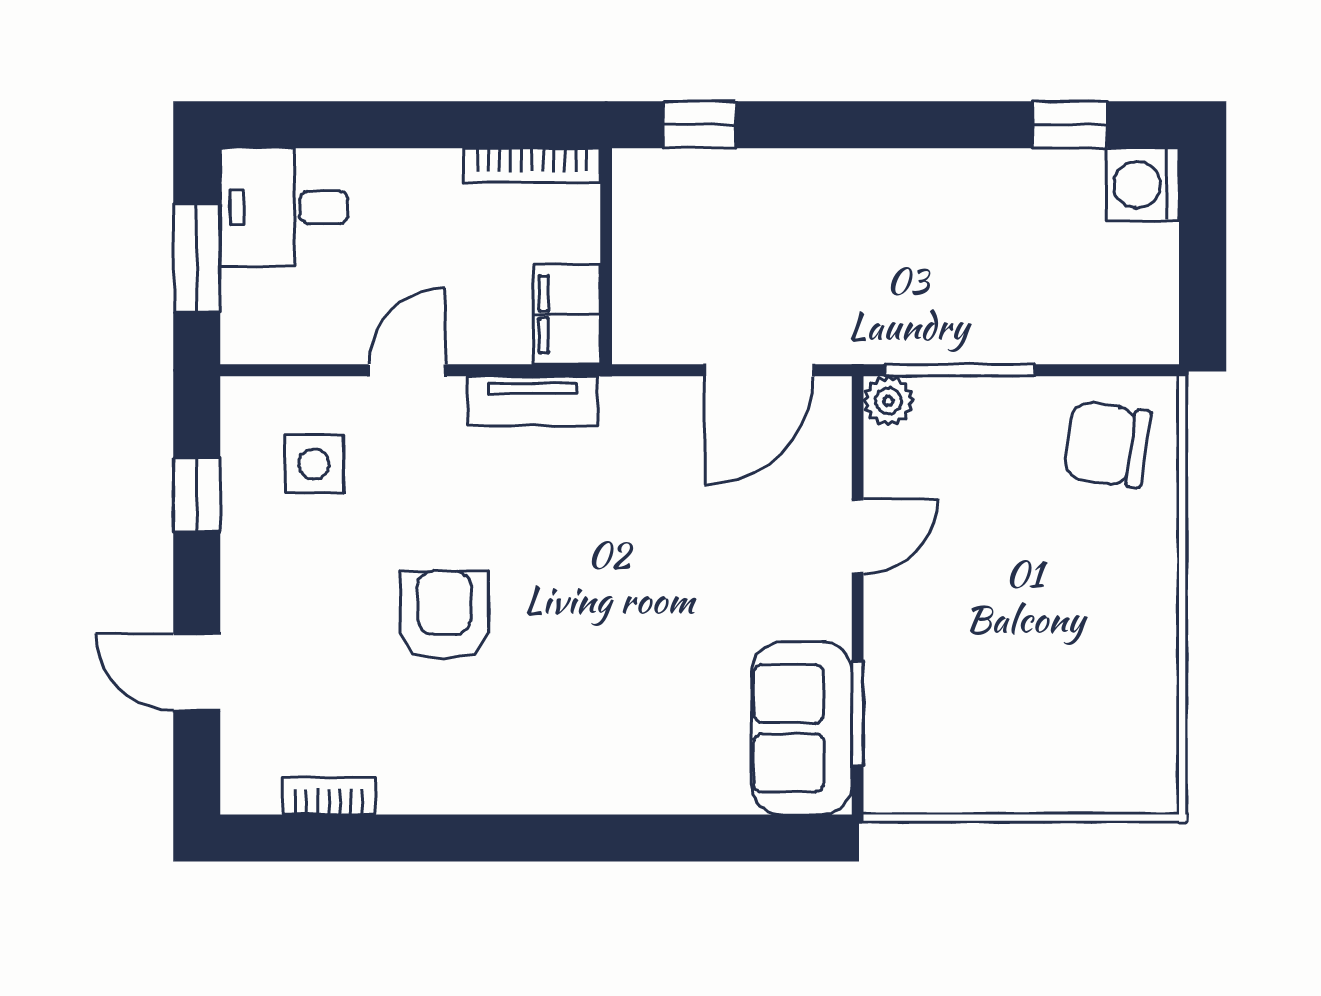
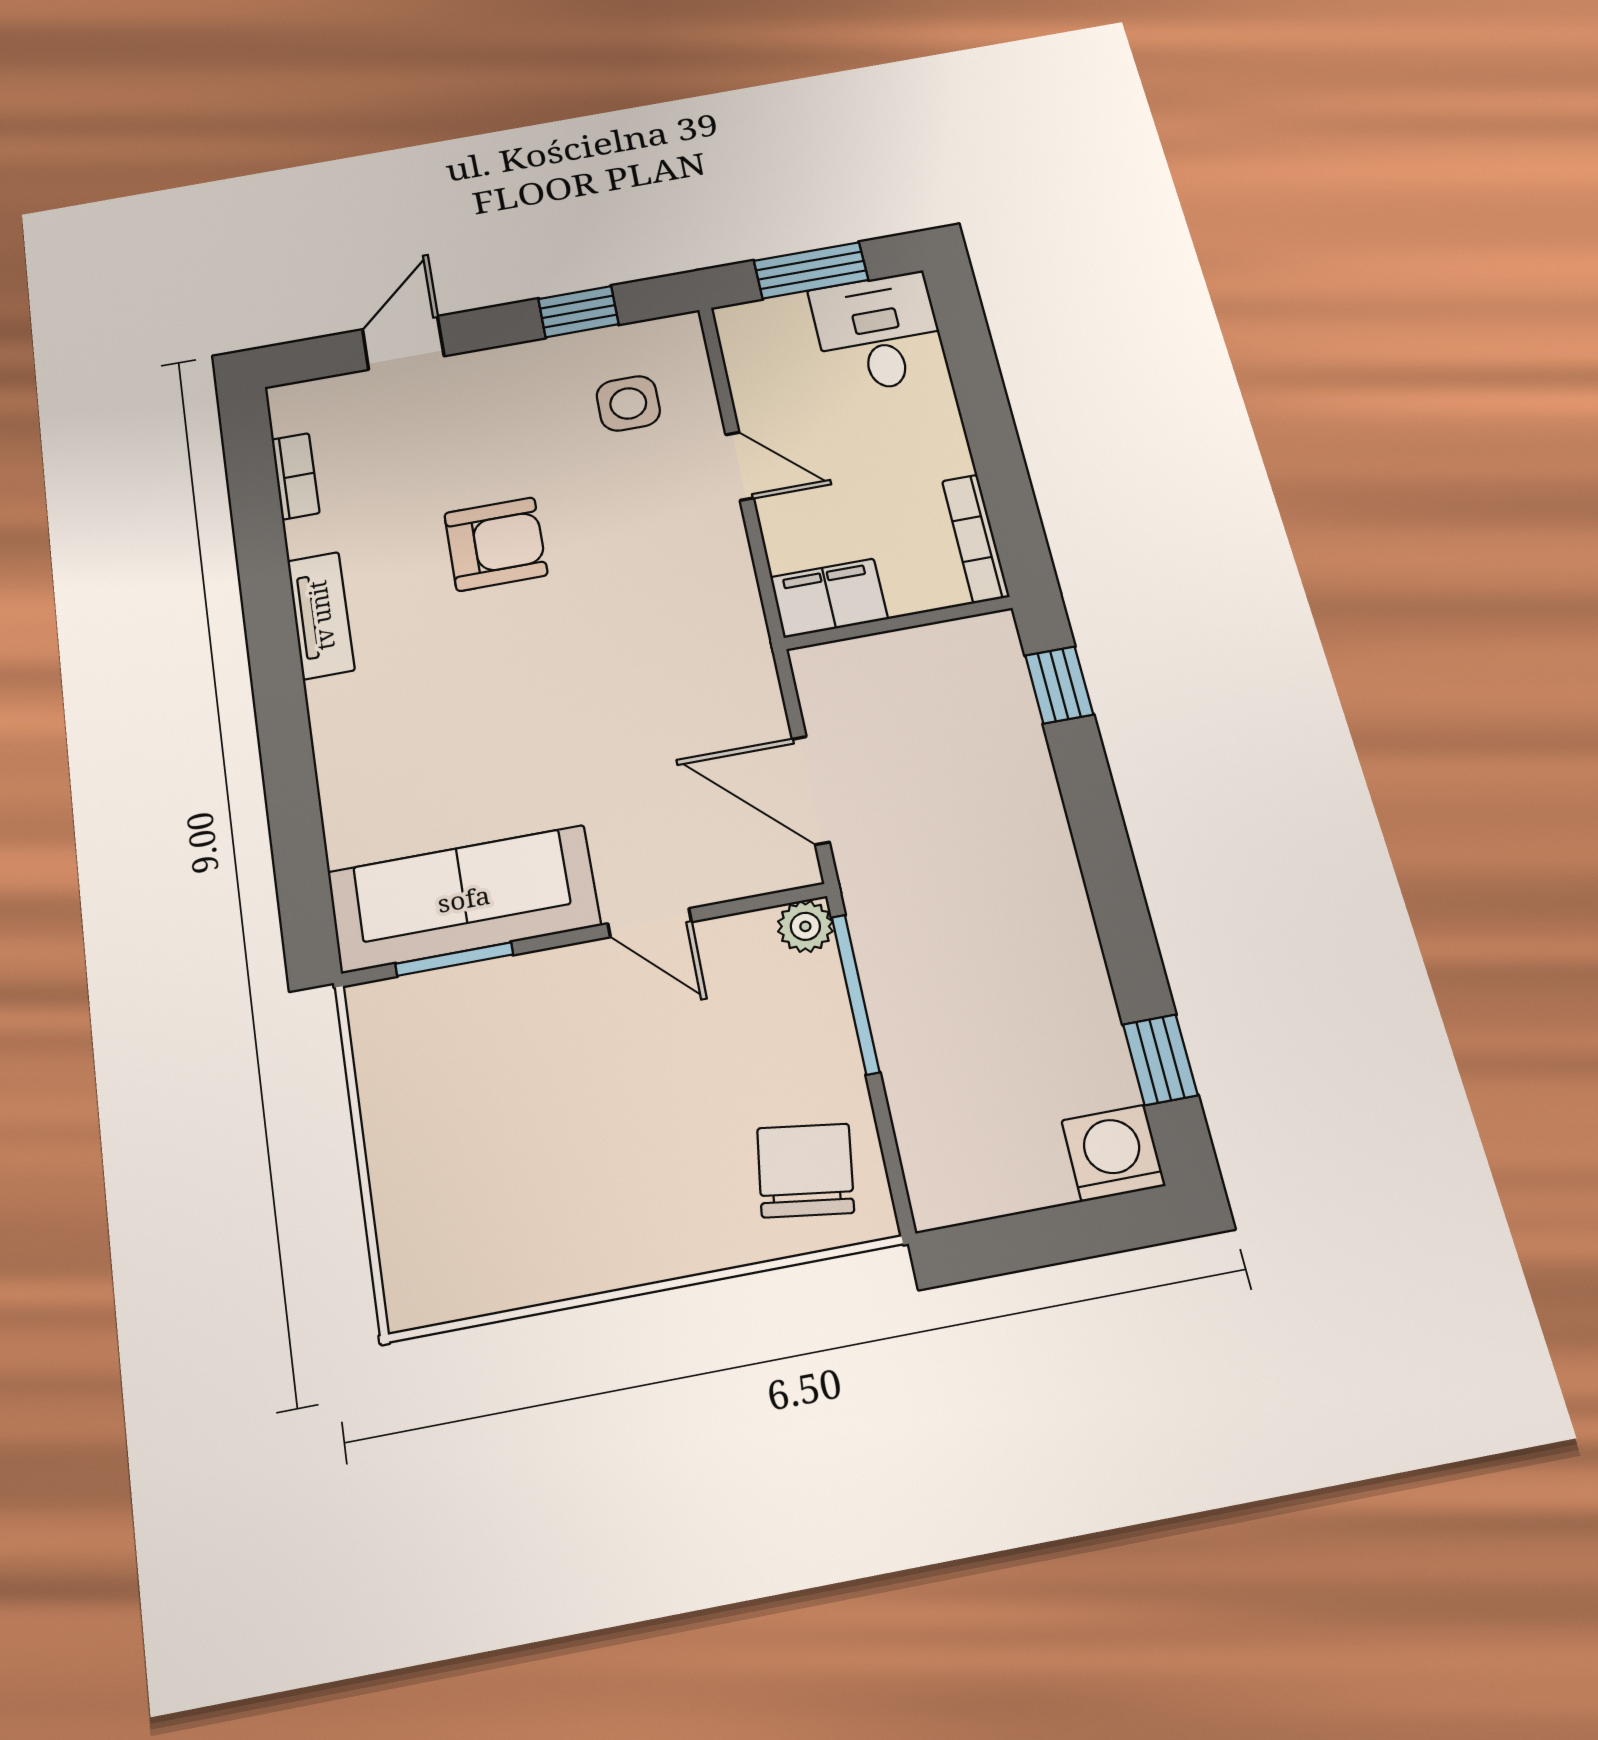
tv unit: (533, 401) -> (321, 615), moved, turned 180
sofa: (802, 728) -> (464, 899), width x1.36

